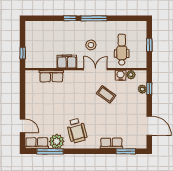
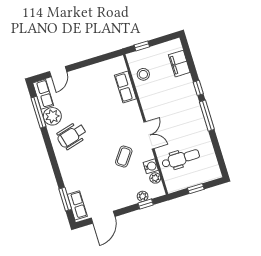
stool: (91, 45) -> (143, 74), moved
filing cabinet: (67, 62) -> (179, 64), moved, turned 180
row of seats: (111, 143) -> (77, 205), moved

